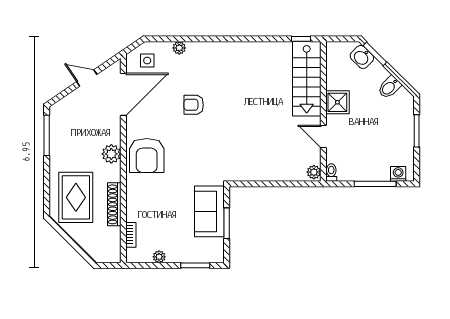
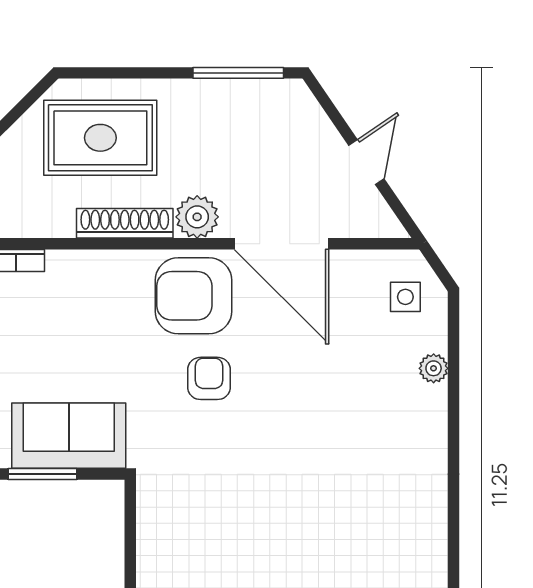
door: (123, 94) -> (281, 244), moved
armchair: (194, 105) -> (209, 378), moved
shoe rack: (114, 204) -> (125, 223), moved

